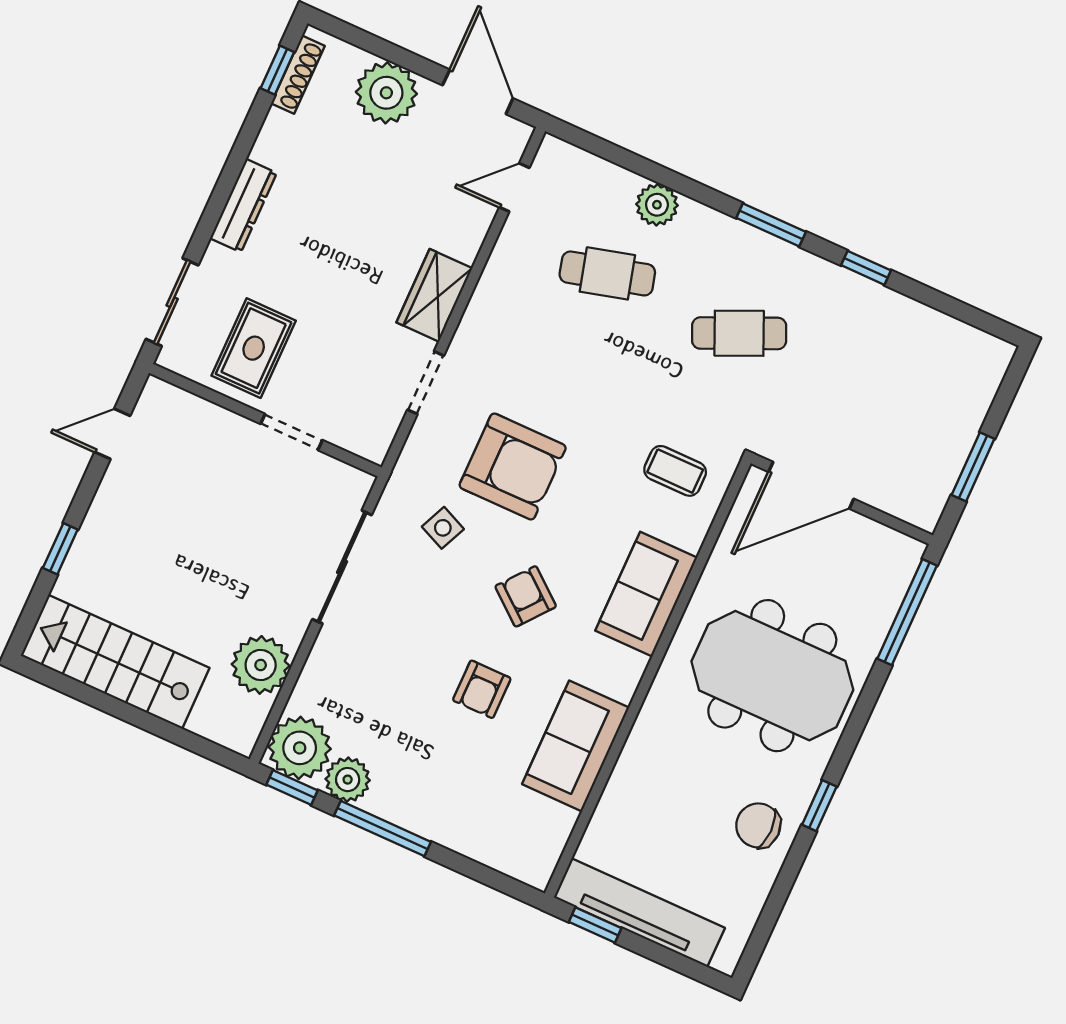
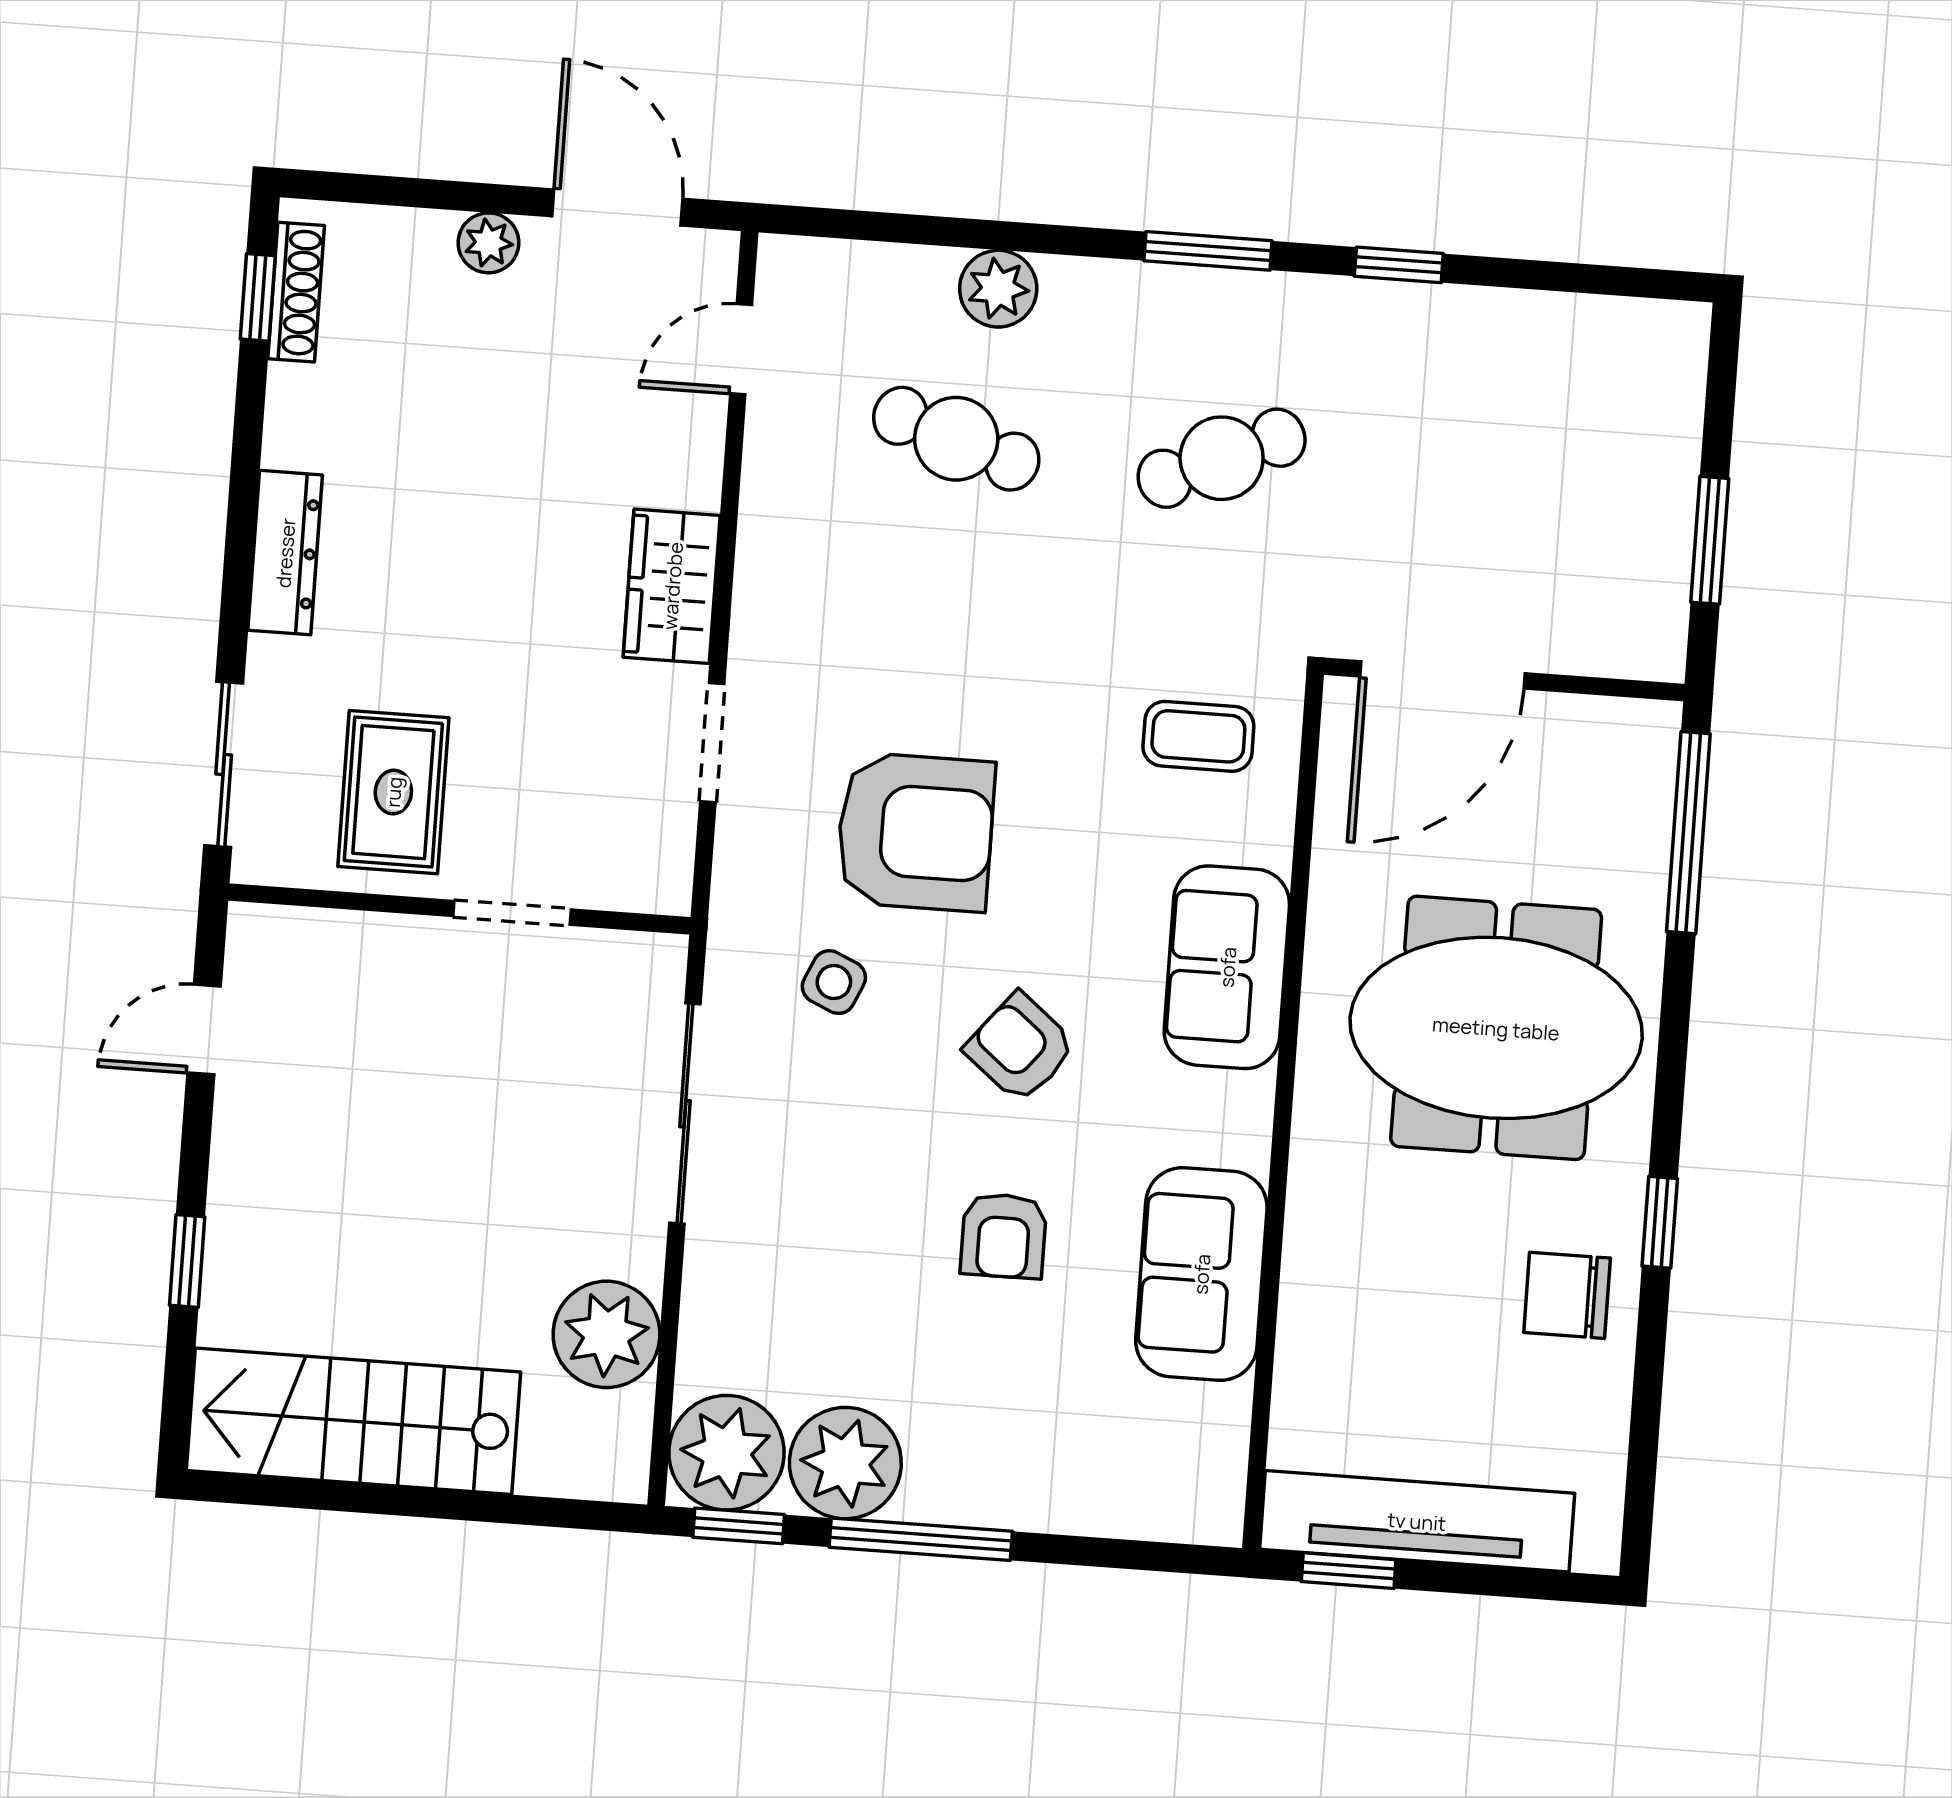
plant: (386, 93) -> (489, 243), width x0.53, depth x0.53
cafe table: (607, 273) -> (956, 439), turned 33
plant: (348, 780) -> (845, 1463), width x1.36, depth x1.36

